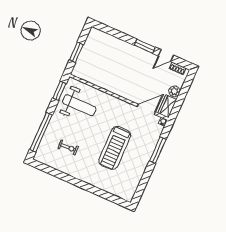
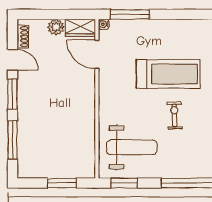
window: (116, 34) -> (13, 140), added
weight bench: (79, 105) -> (132, 147), turned 90
exercise bike: (68, 147) -> (175, 115), moved
window: (158, 150) -> (130, 14), moved

